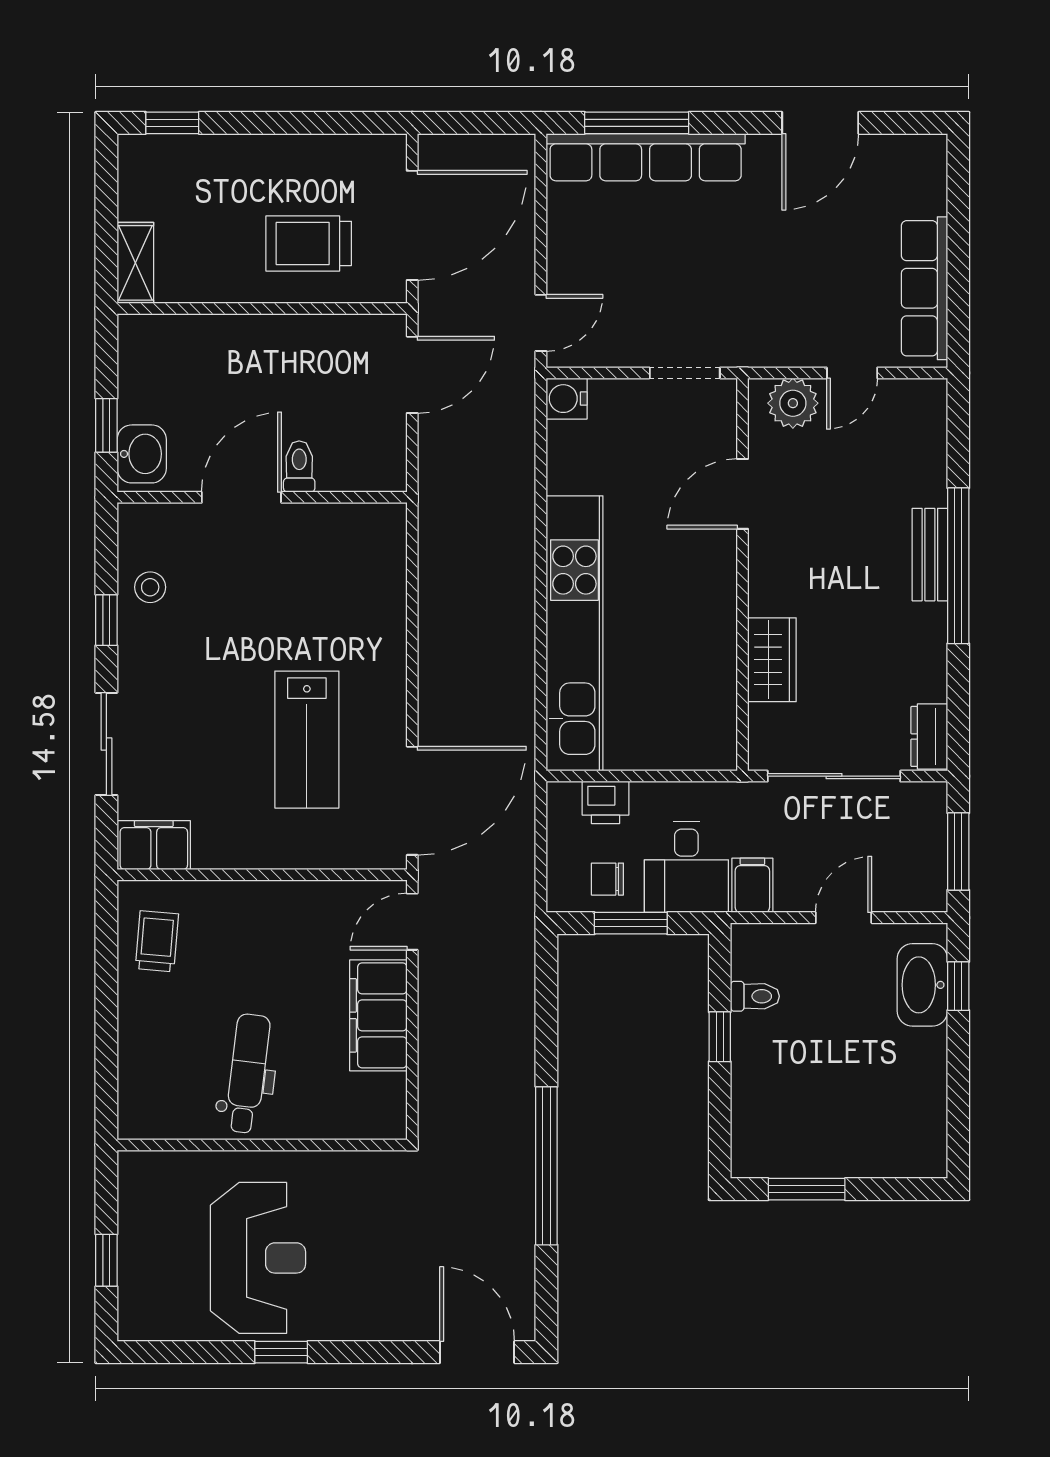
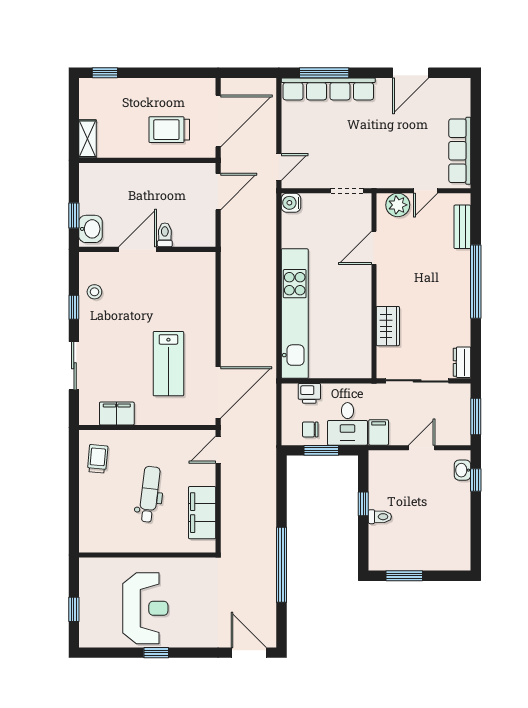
bench: (930, 555) -> (462, 227), moved
filing cabinet: (154, 845) -> (117, 413), moved
washbasin: (922, 985) -> (462, 470), width x0.52, depth x0.69
toilet: (755, 996) -> (380, 517), moved
filing cabinet: (378, 1015) -> (202, 513), moved
dental chair: (248, 1074) -> (149, 494), moved

